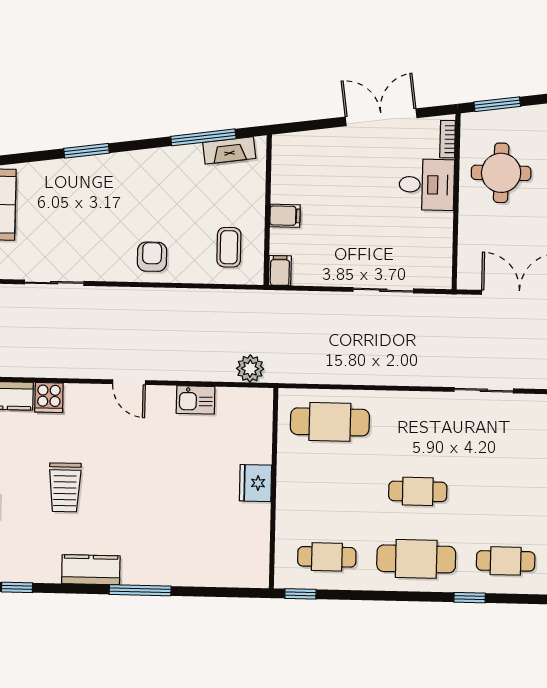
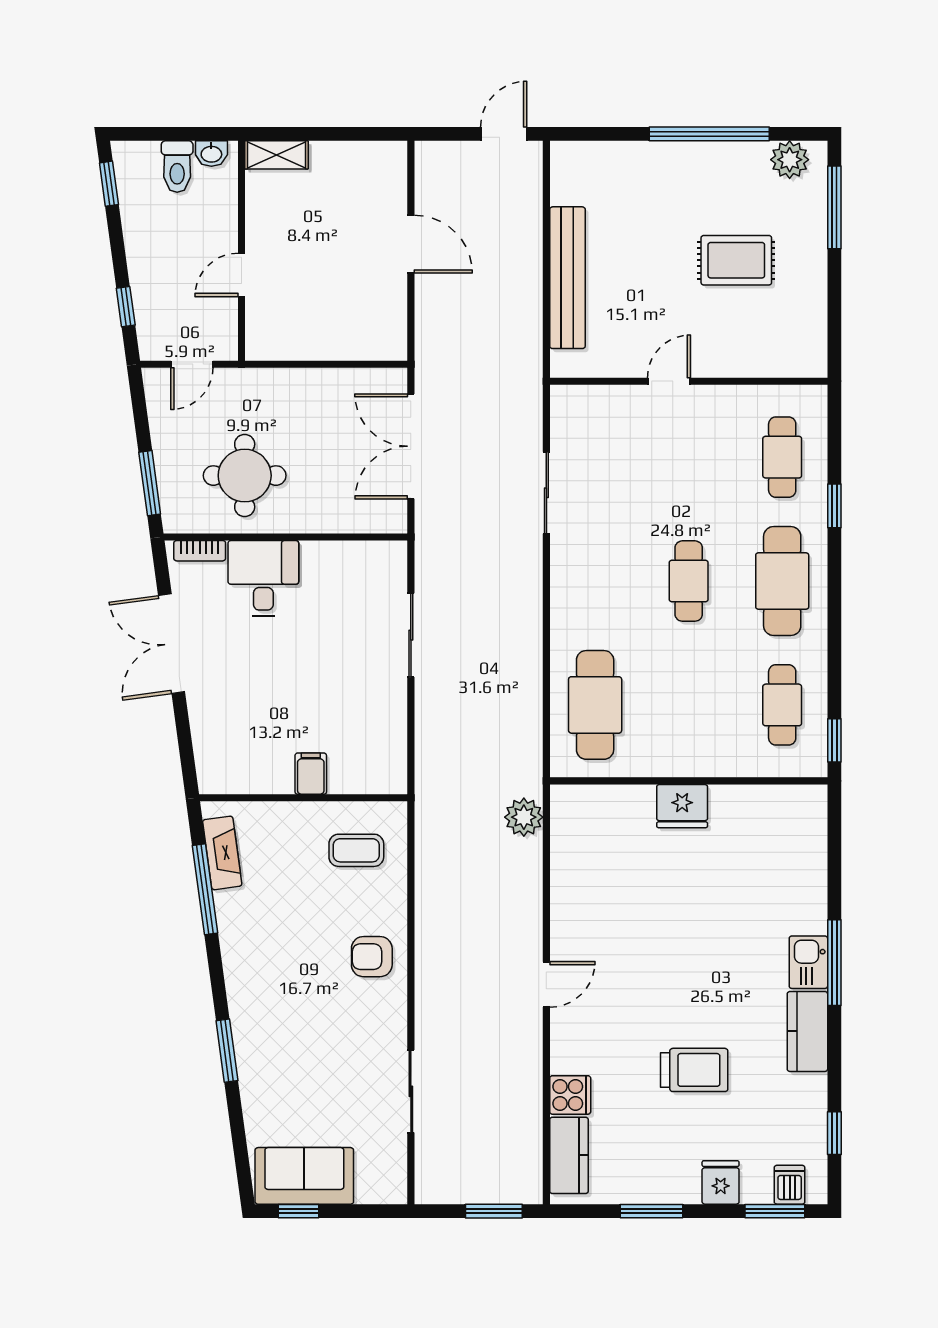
filing cabinet: (280, 270) -> (387, 779), removed
kitchen sink: (196, 400) -> (808, 962), moved, turned 180

